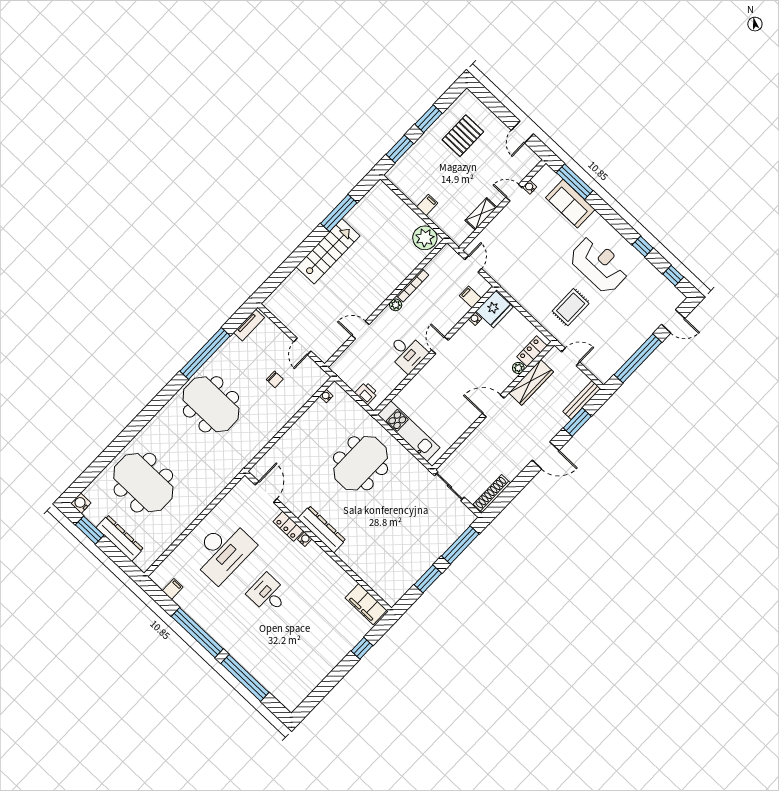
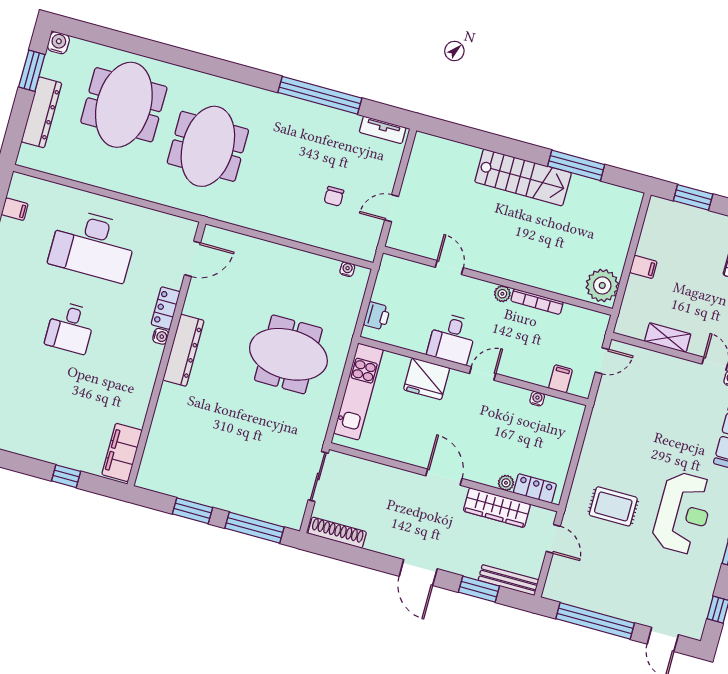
fridge: (494, 309) -> (427, 379), moved
meeting table: (211, 404) -> (208, 146), moved
desk: (268, 594) -> (70, 328), turned 180

